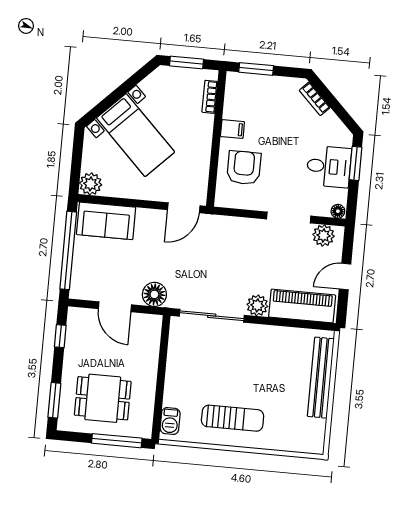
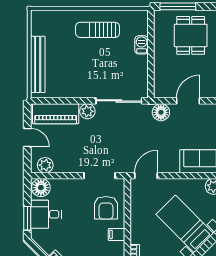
floor lamp: (338, 211) -> (41, 188), width x1.89, depth x1.89
doorway: (289, 217) -> (99, 176), moved
door: (345, 277) -> (27, 137), hinge flipped
door: (115, 307) -> (188, 101), hinge flipped
dining table: (103, 398) -> (191, 35), turned 90
barbecue: (170, 421) -> (142, 45), moved

